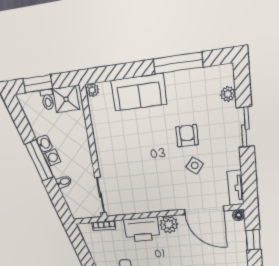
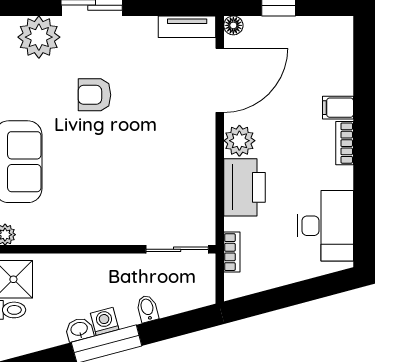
plant: (228, 94) -> (39, 37), width x1.87, depth x1.87
side table: (195, 165) -> (143, 88), removed

